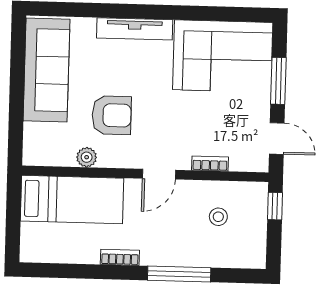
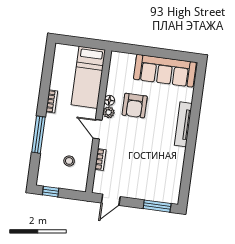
corner sofa: (223, 56) -> (162, 174), removed
window: (278, 81) -> (157, 206), moved
plant: (87, 157) -> (109, 112), moved
floor lamp: (107, 159) -> (109, 100), added
window: (275, 206) -> (51, 192), moved

